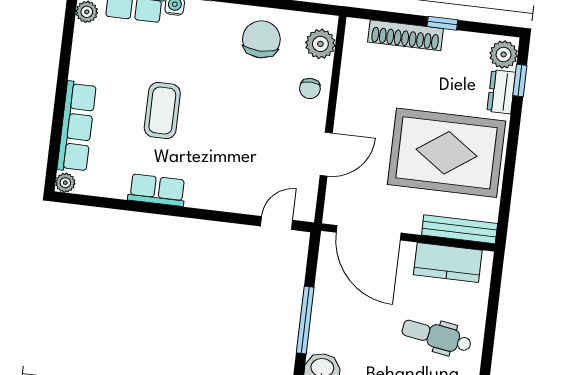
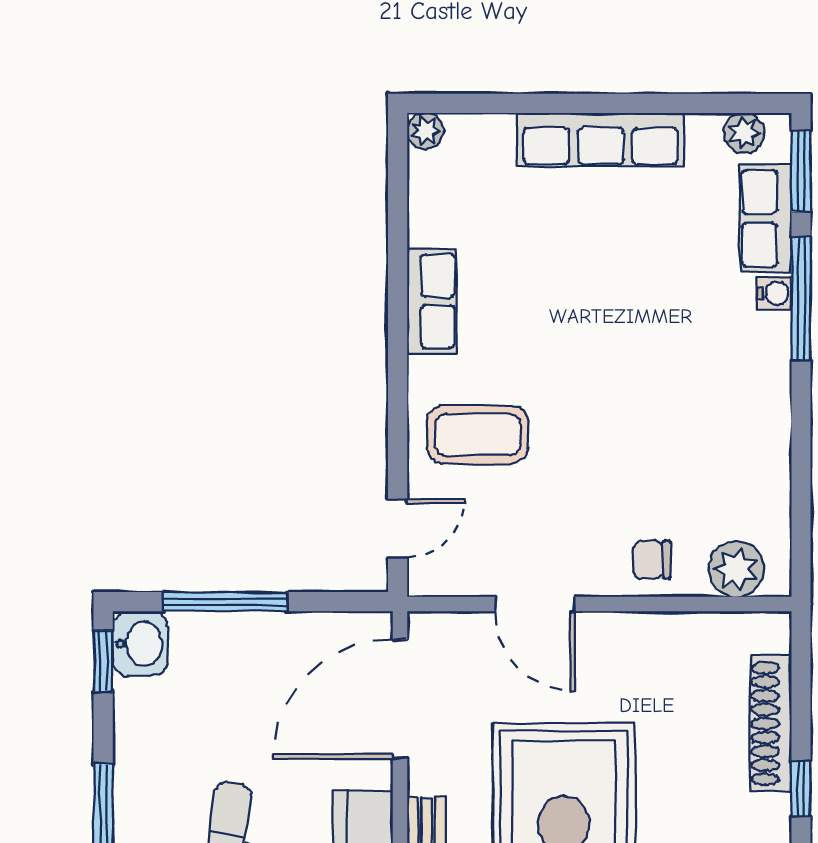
chair: (261, 39) -> (732, 460), removed
coffee table: (162, 110) -> (478, 435), moved
row of seats: (77, 127) -> (601, 140), moved
door: (277, 223) -> (398, 528), hinge flipped

